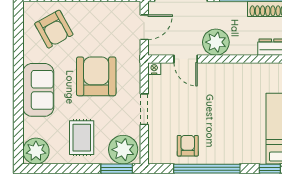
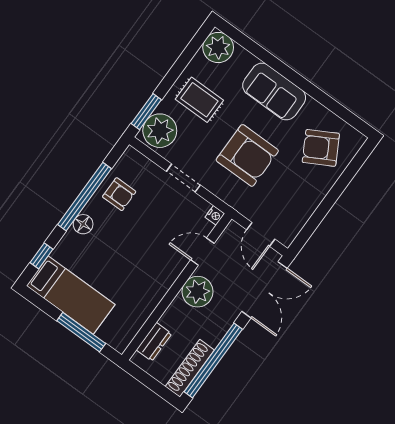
floor lamp: (227, 156) -> (83, 224), added

